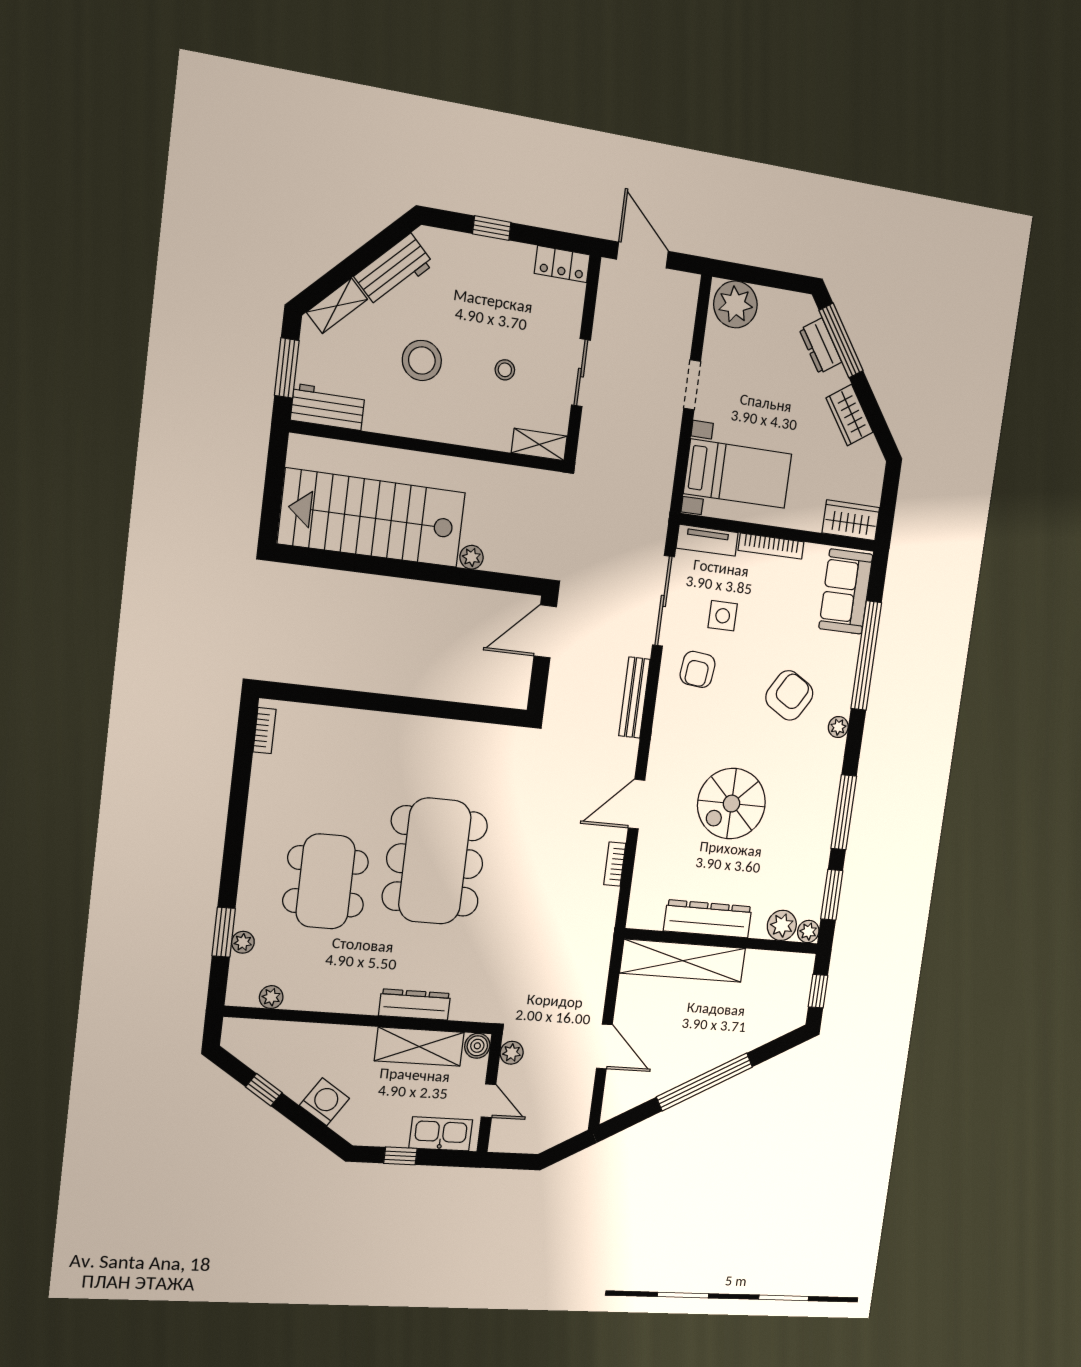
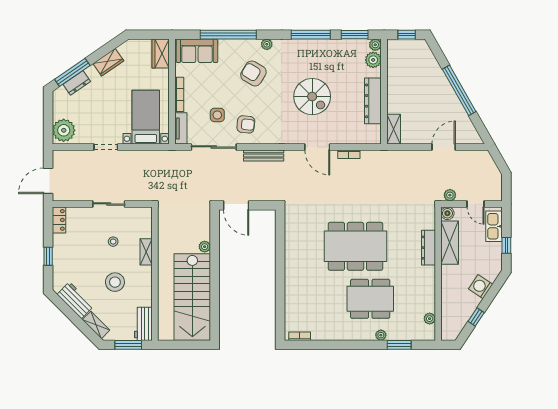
shelving: (539, 444) -> (146, 252), moved
plant: (243, 942) -> (381, 335), moved
shelving: (683, 961) -> (394, 129), width x0.45, depth x0.75
door: (488, 1101) -> (476, 204), swing flipped

